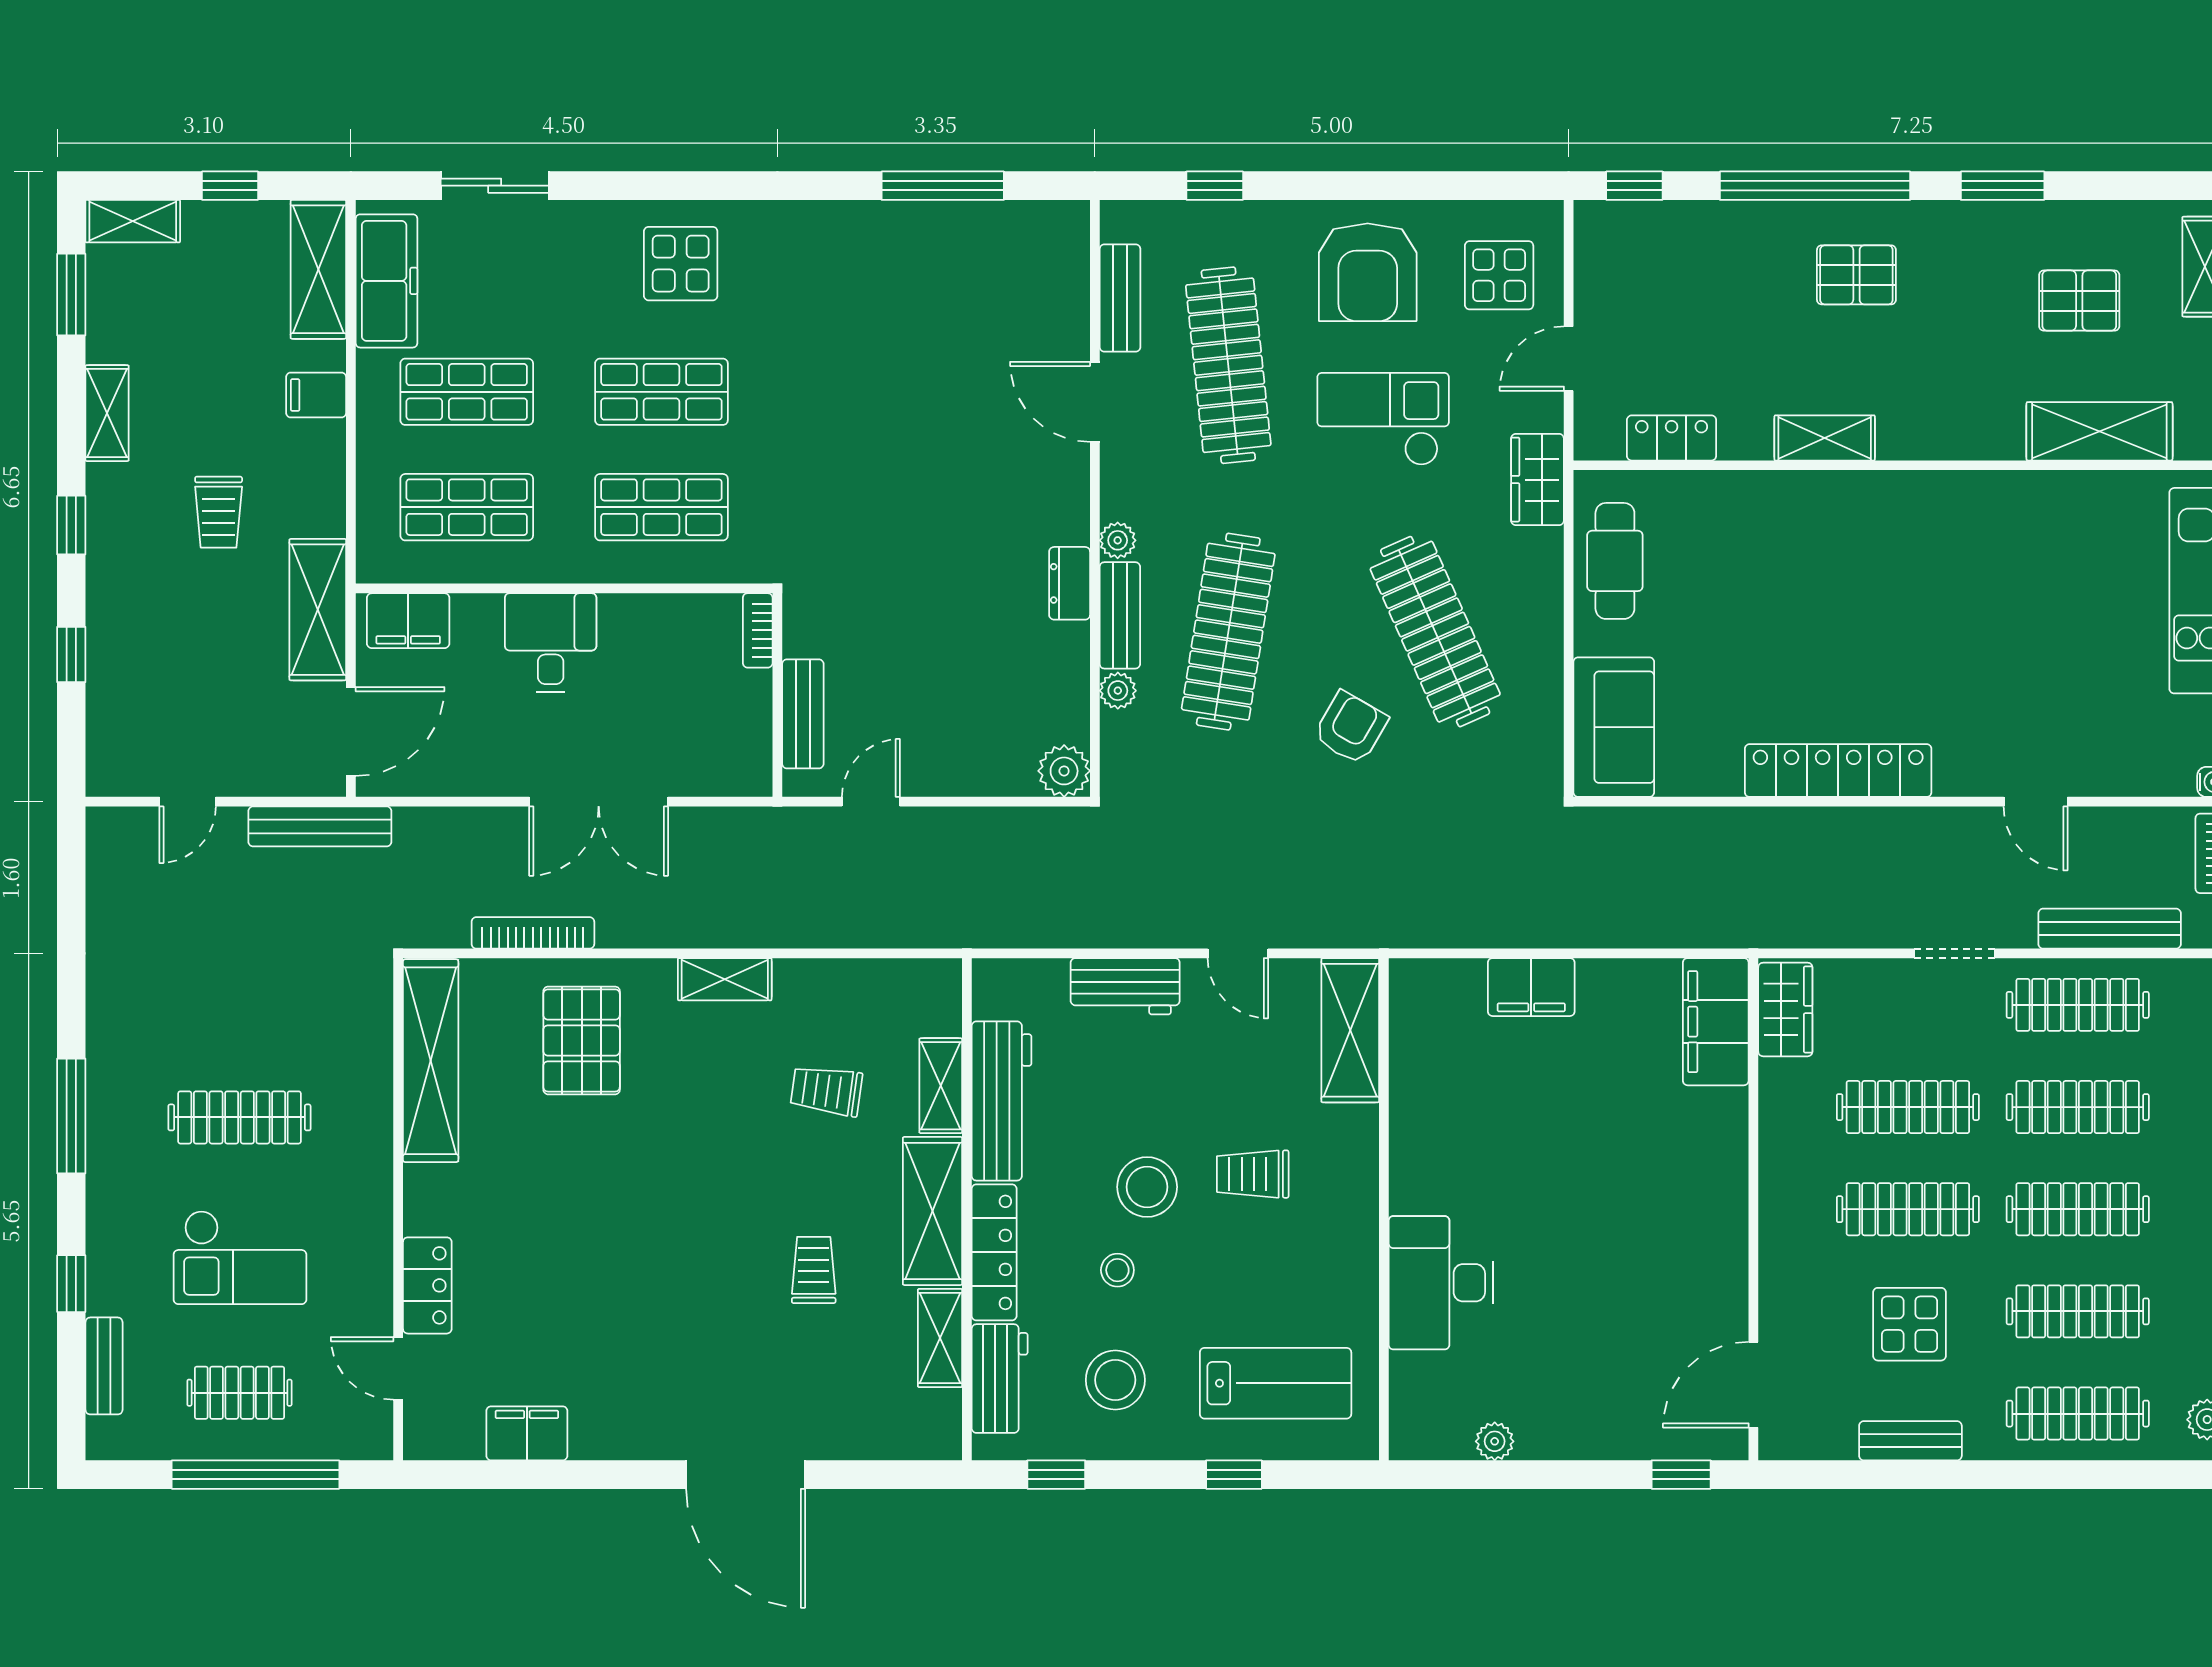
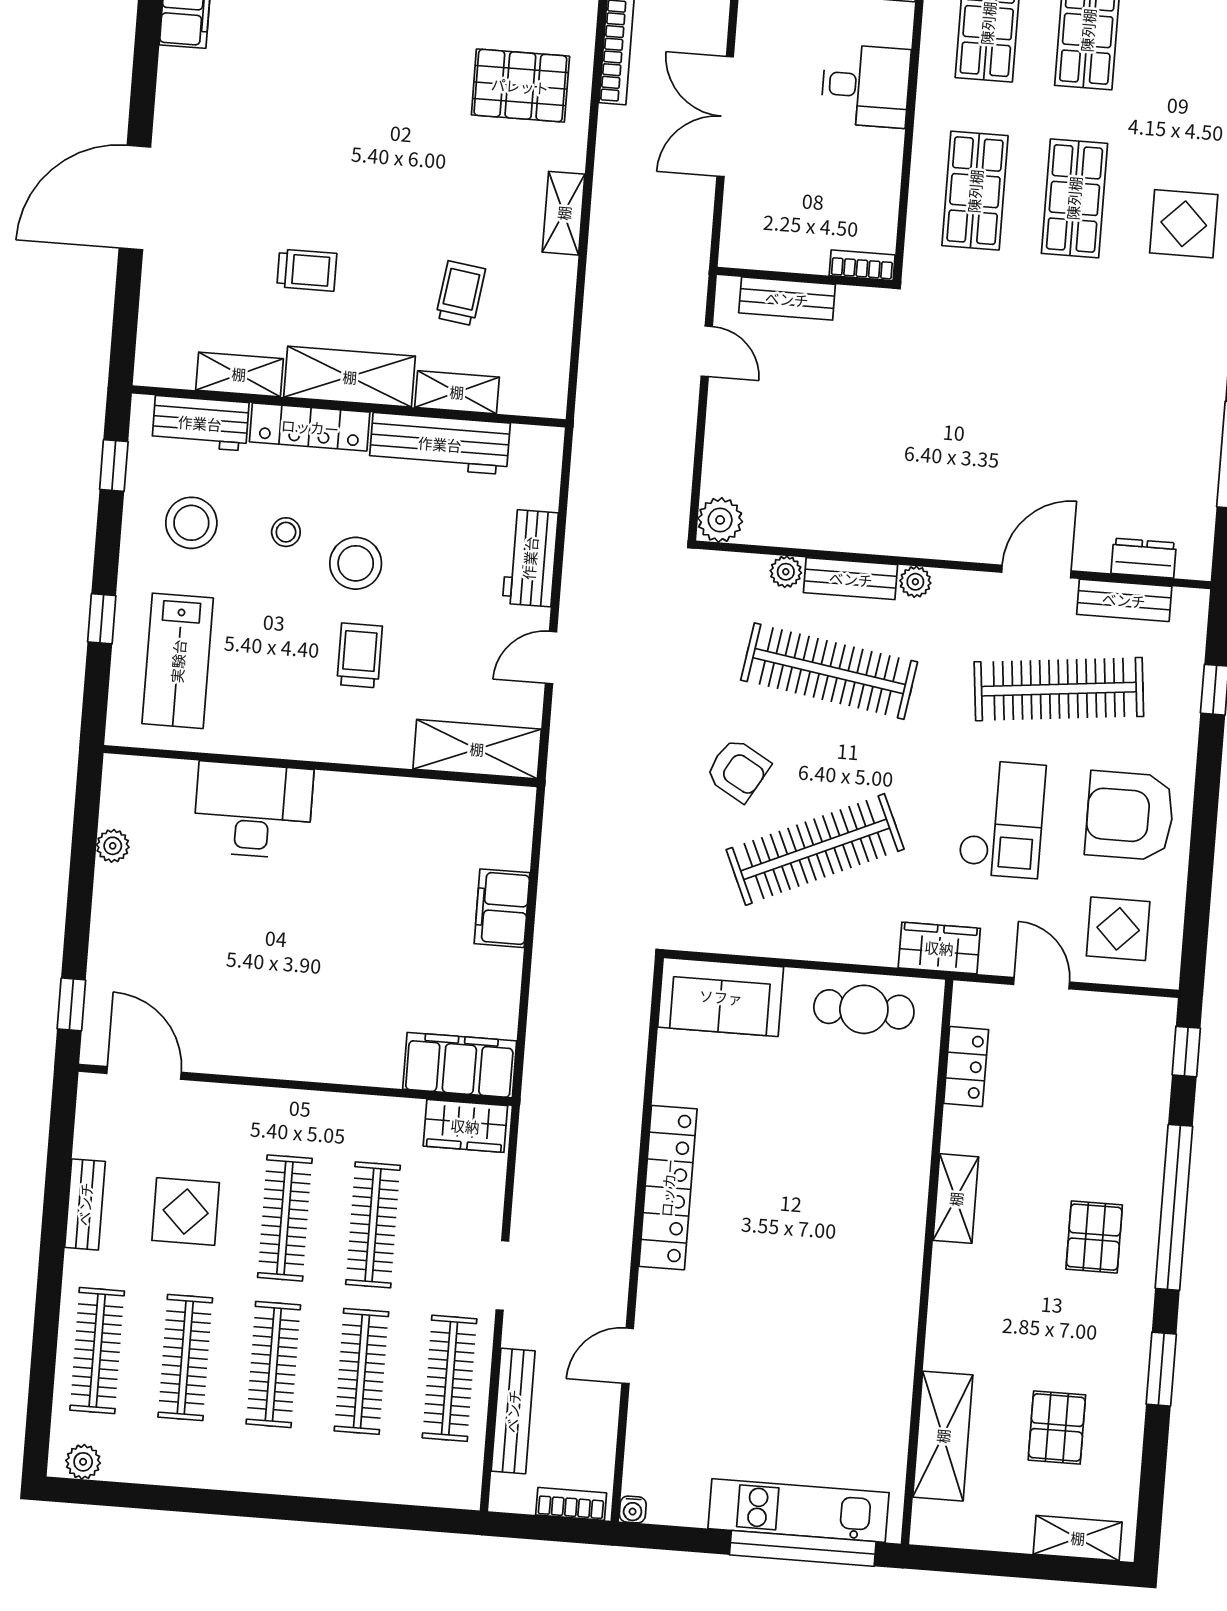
dresser: (1070, 583) -> (1144, 558), moved

